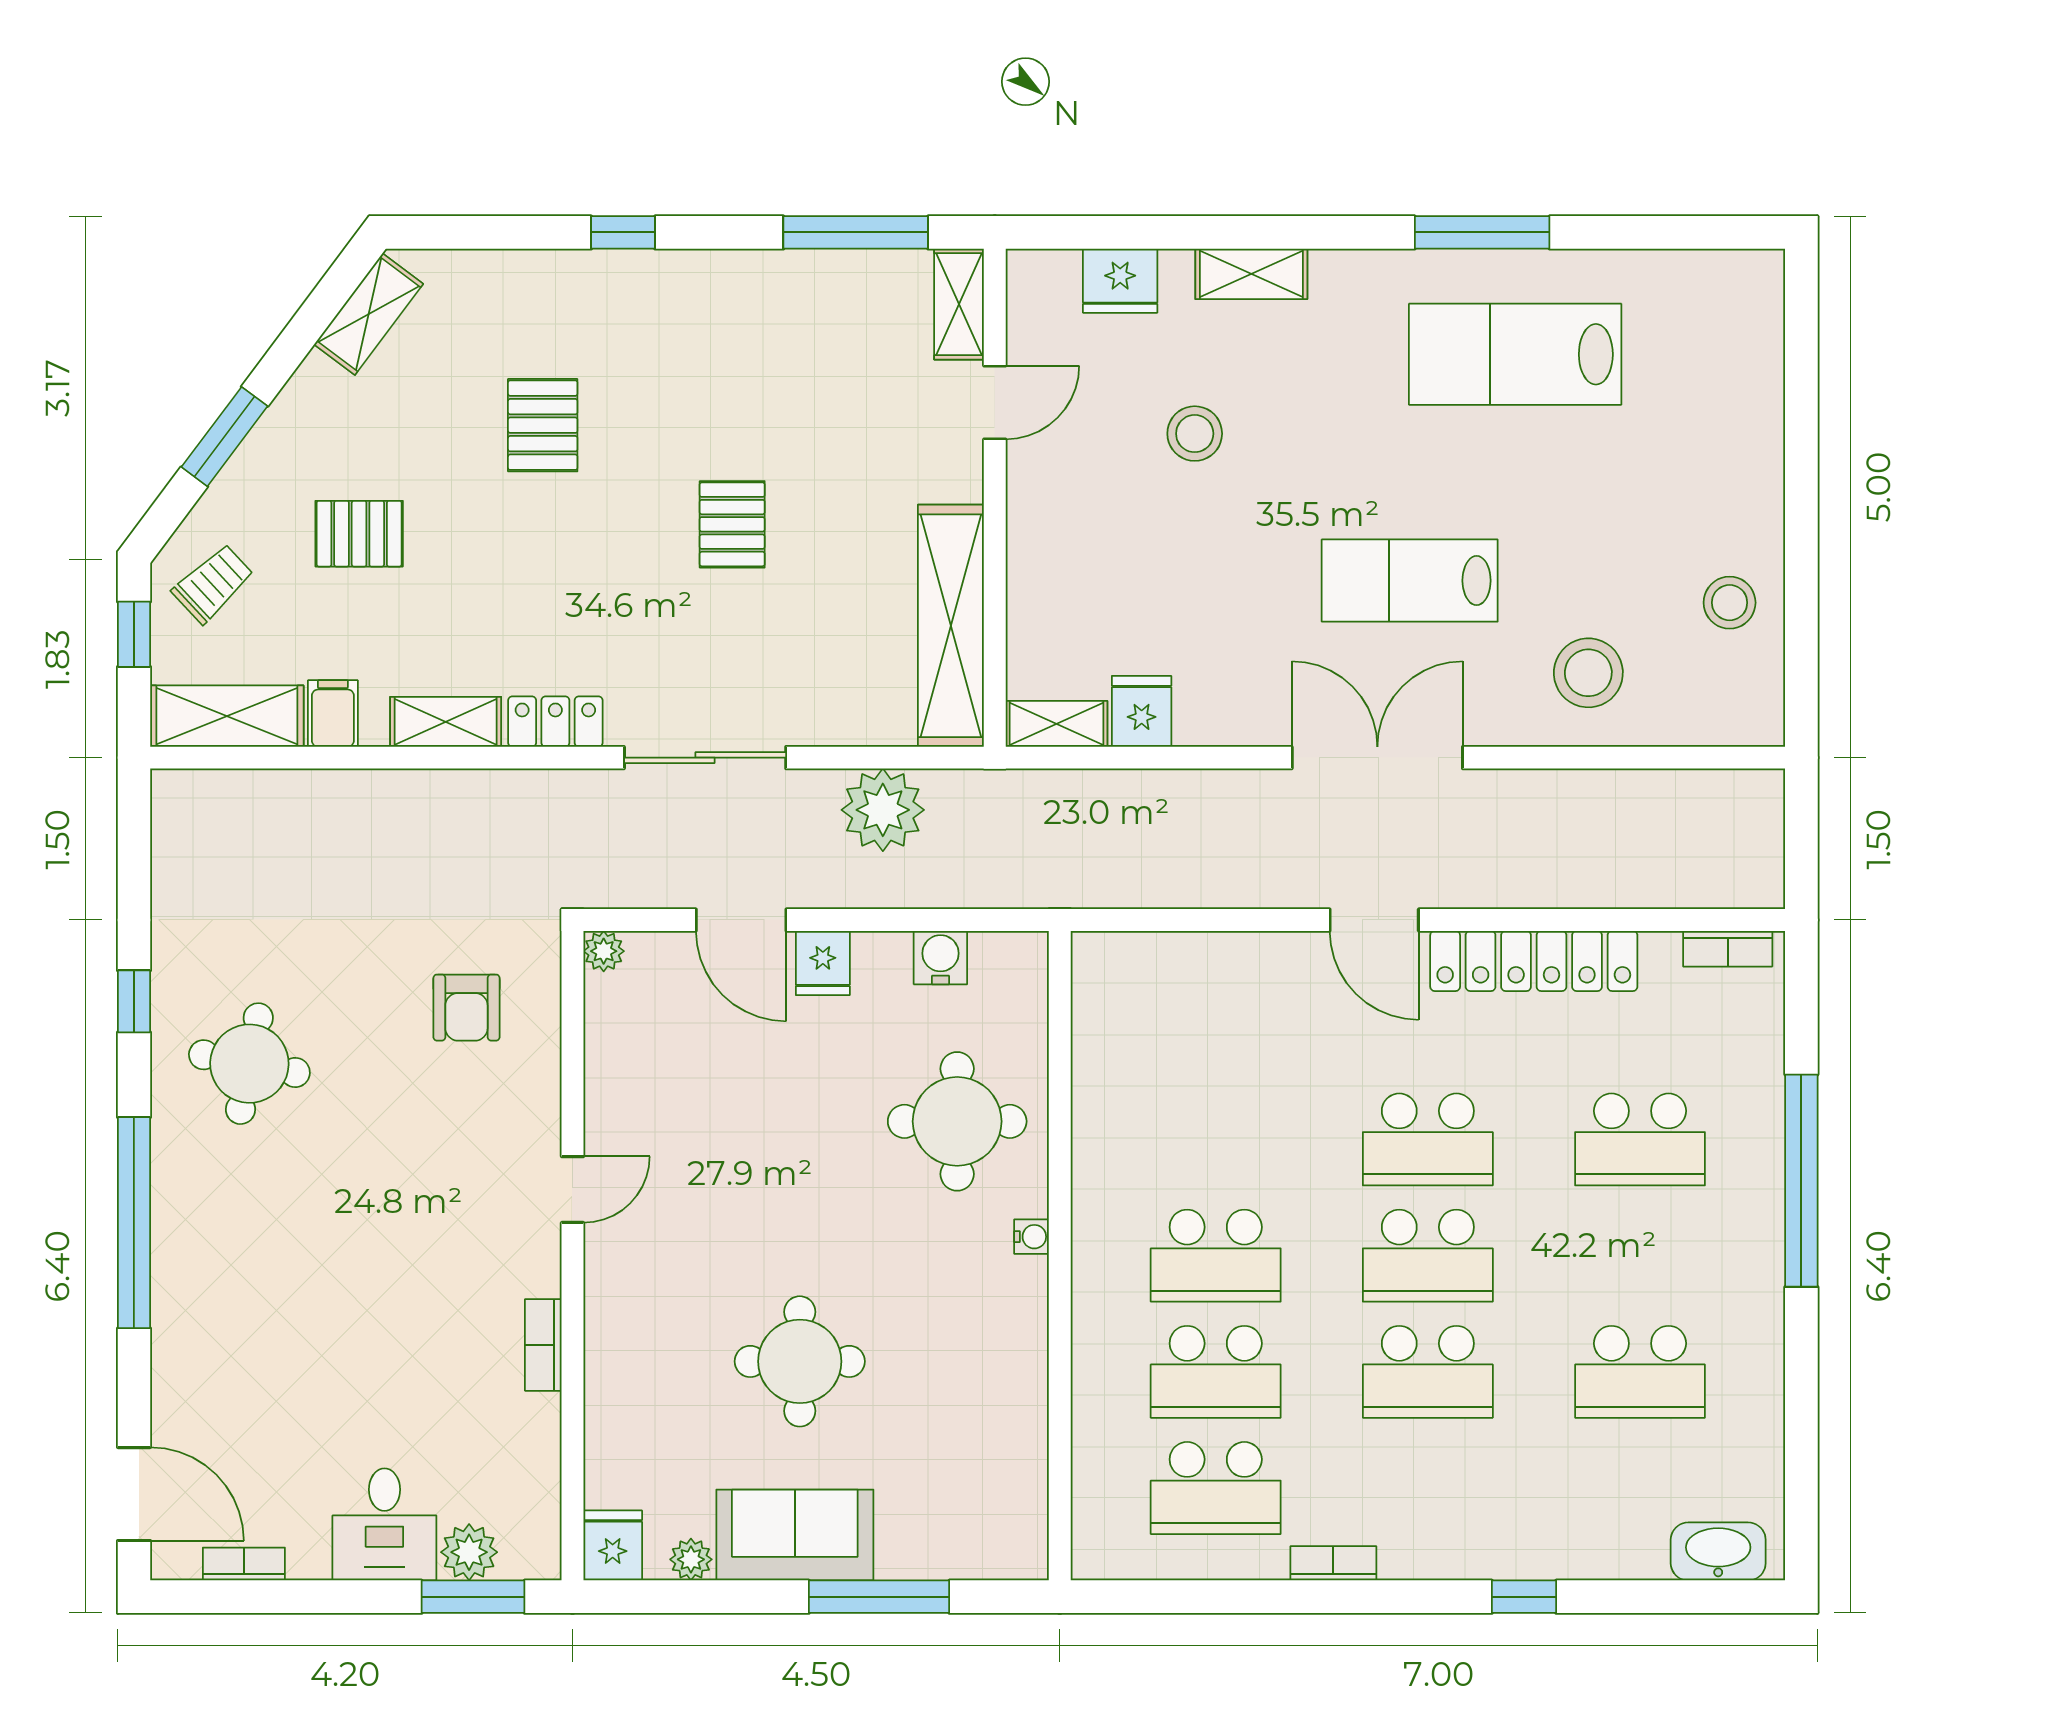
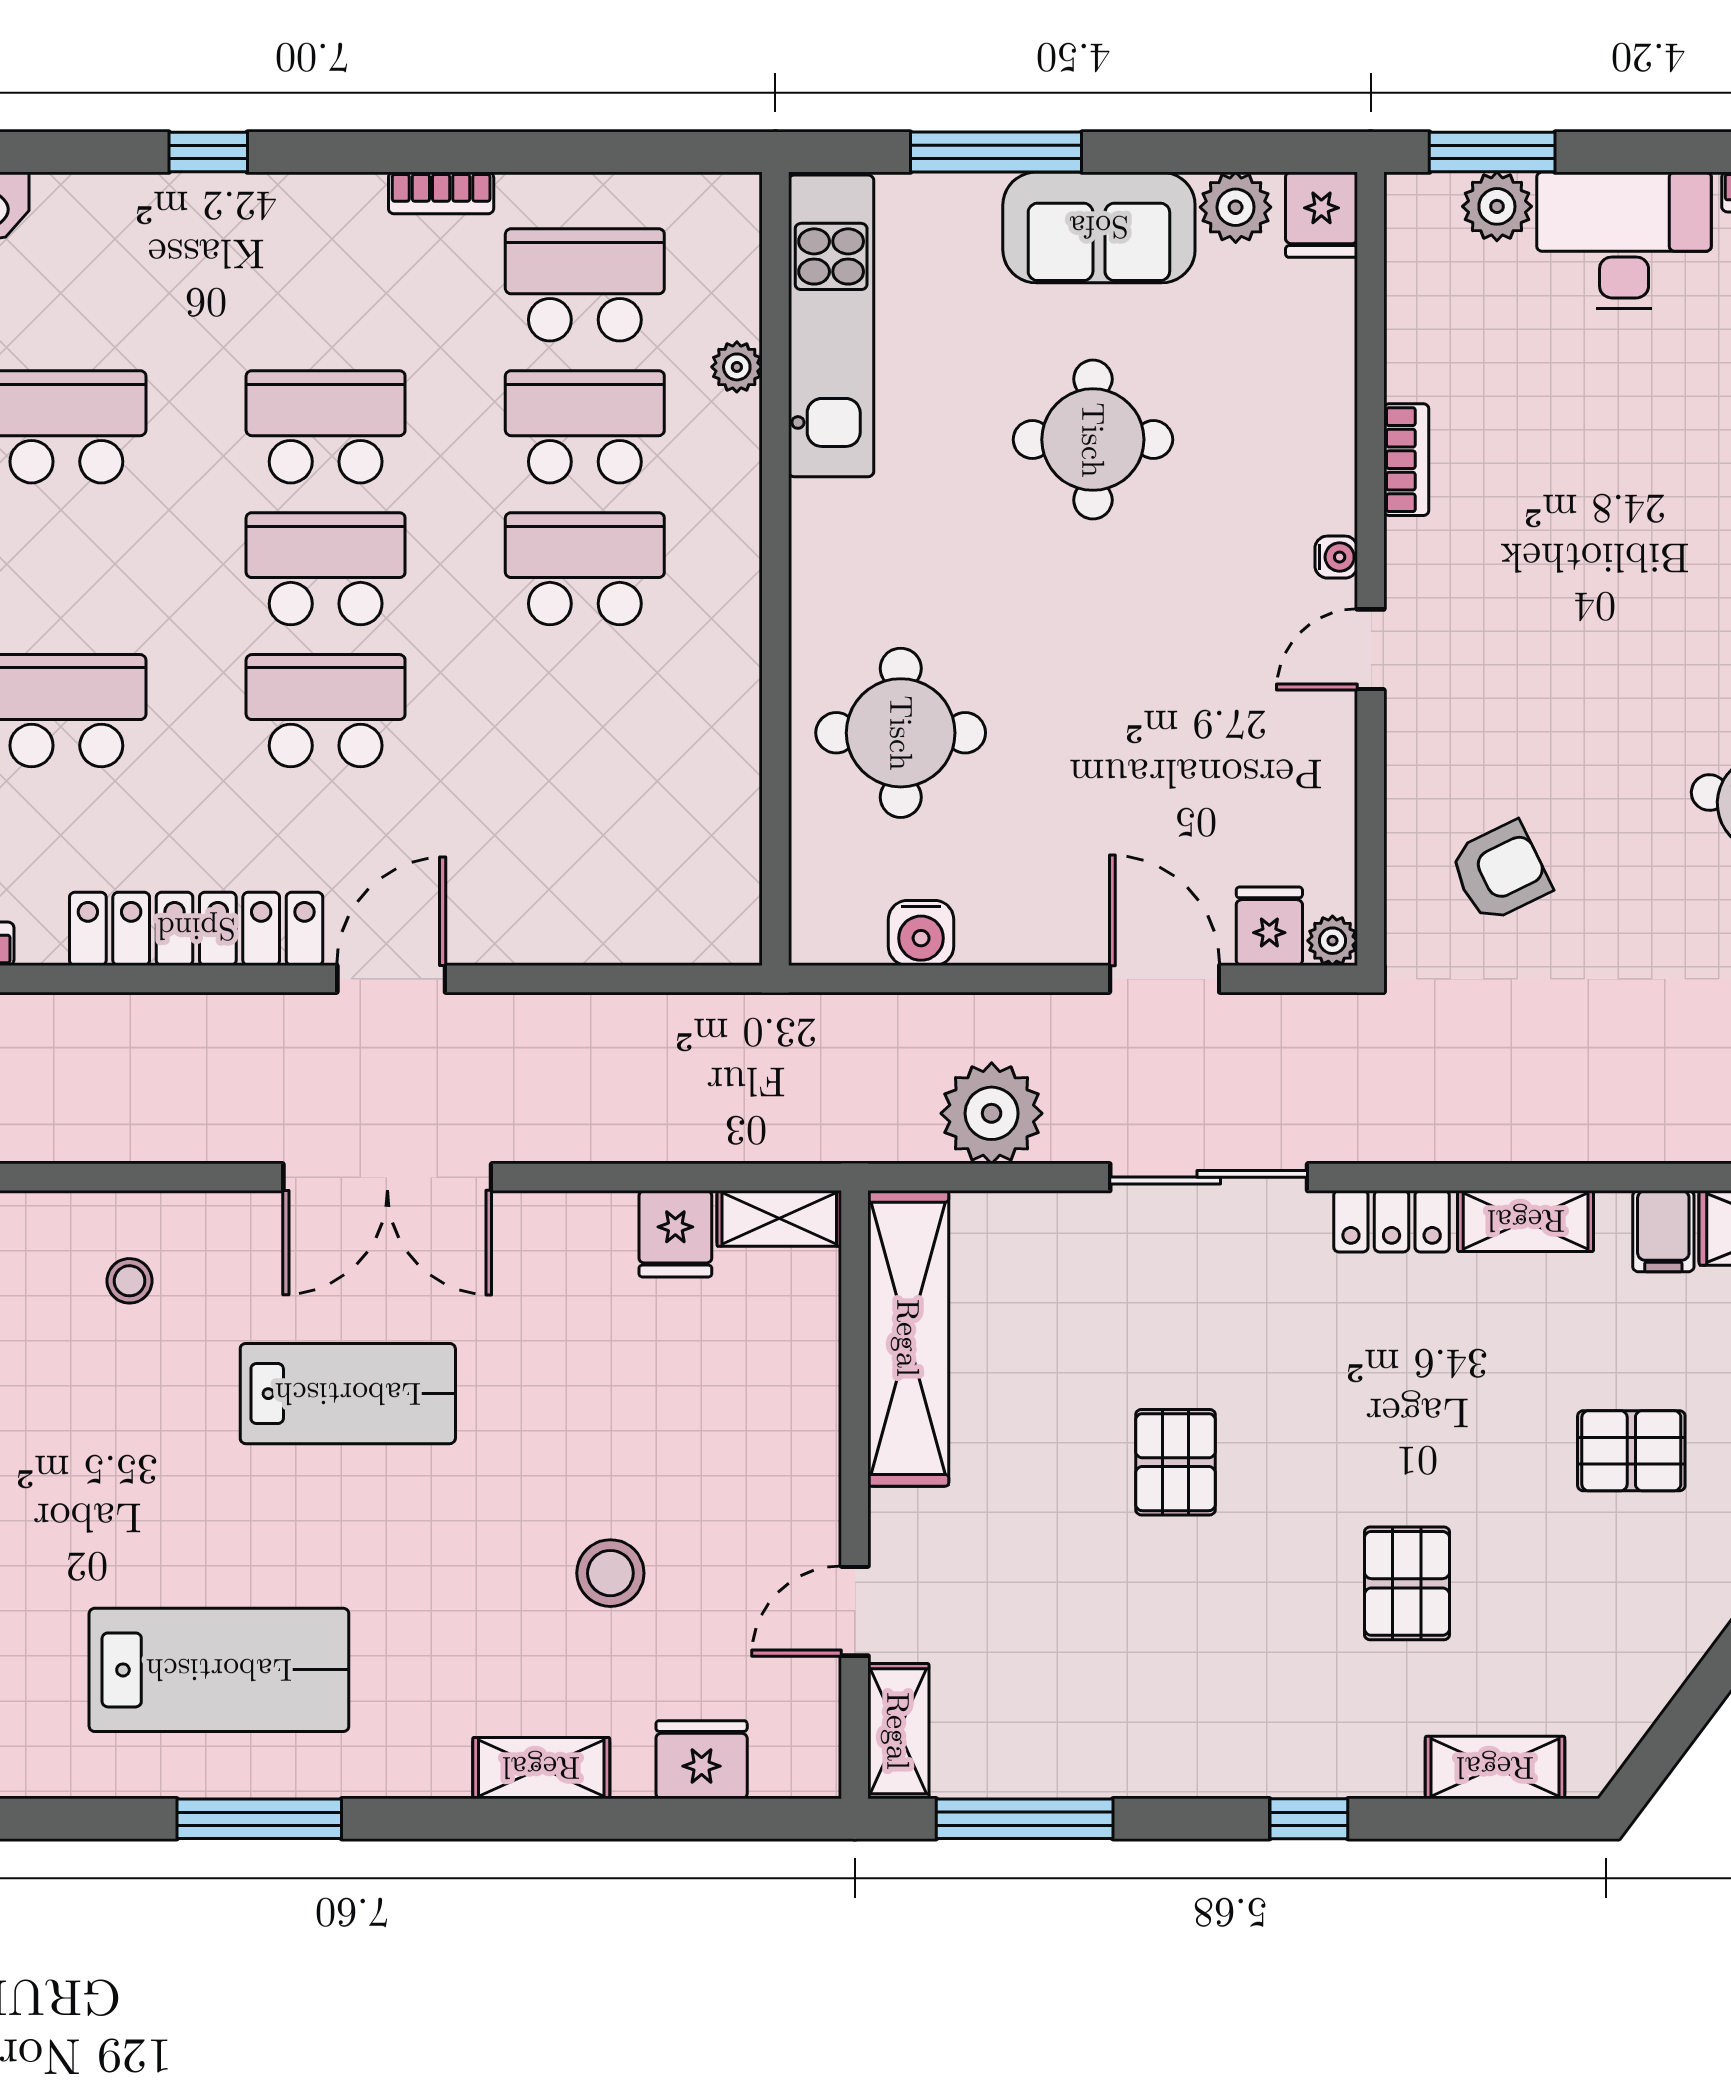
shelving: (369, 314) -> (1495, 1768), moved, turned 53
stool: (1588, 673) -> (130, 1281), width x0.53, depth x0.53
door: (1374, 920) -> (391, 979), hinge flipped
fridge: (823, 963) -> (1269, 926), moved
armchair: (466, 1008) -> (1500, 872), turned 64
water cooler: (1032, 1237) -> (1336, 557), moved, turned 180
plant: (1091, 1421) -> (737, 367), added
kitchen unit: (1014, 1454) -> (831, 326), added
desk: (384, 1524) -> (1624, 240), width x1.37
plant: (691, 1559) -> (1236, 207), width x1.38, depth x1.38

